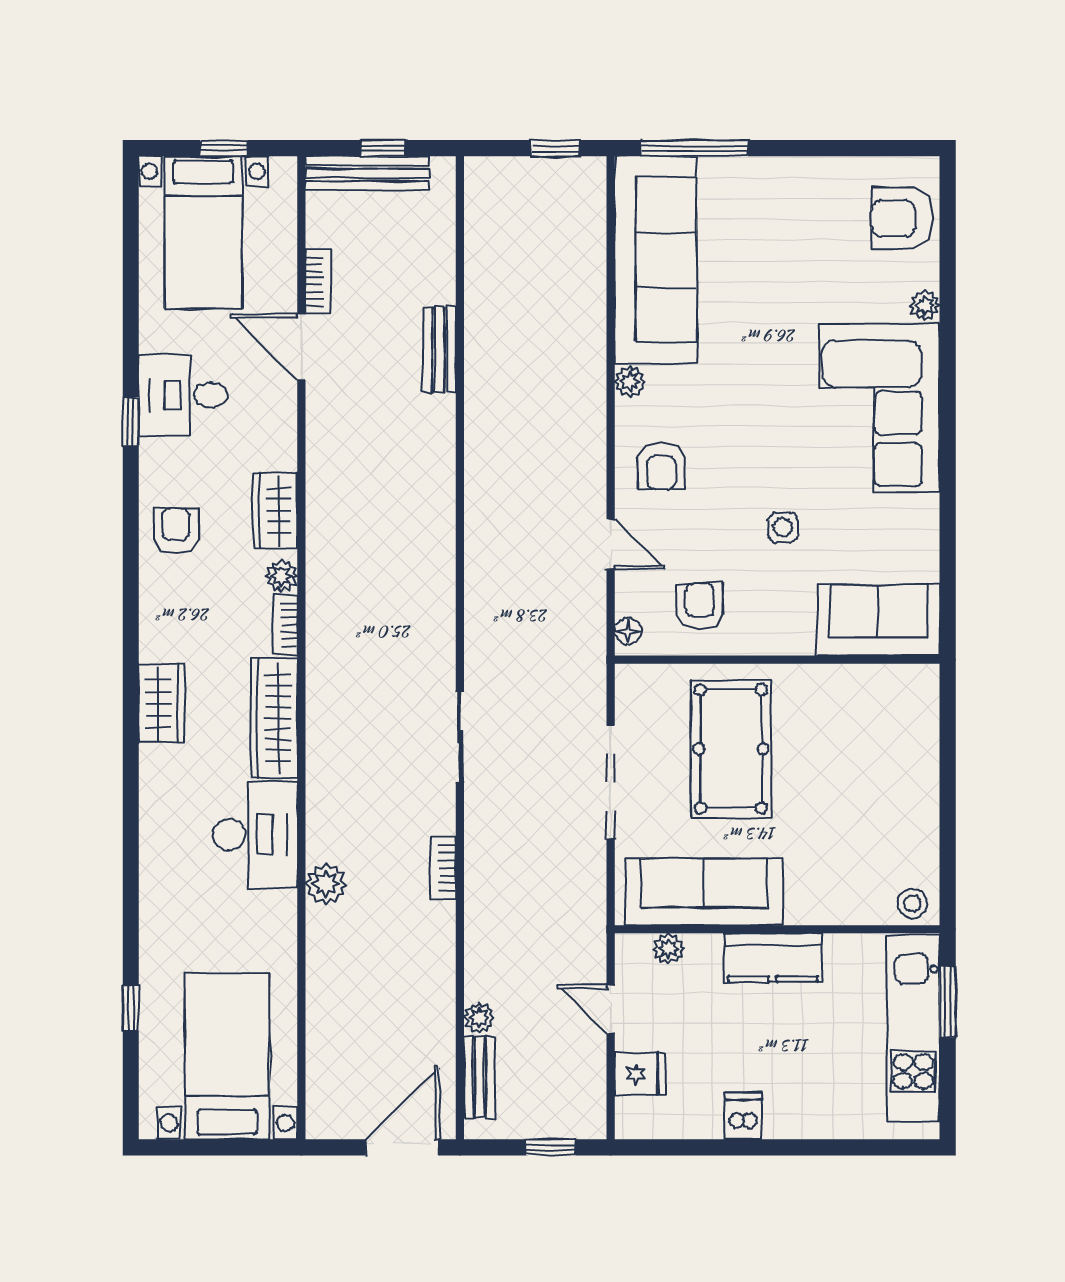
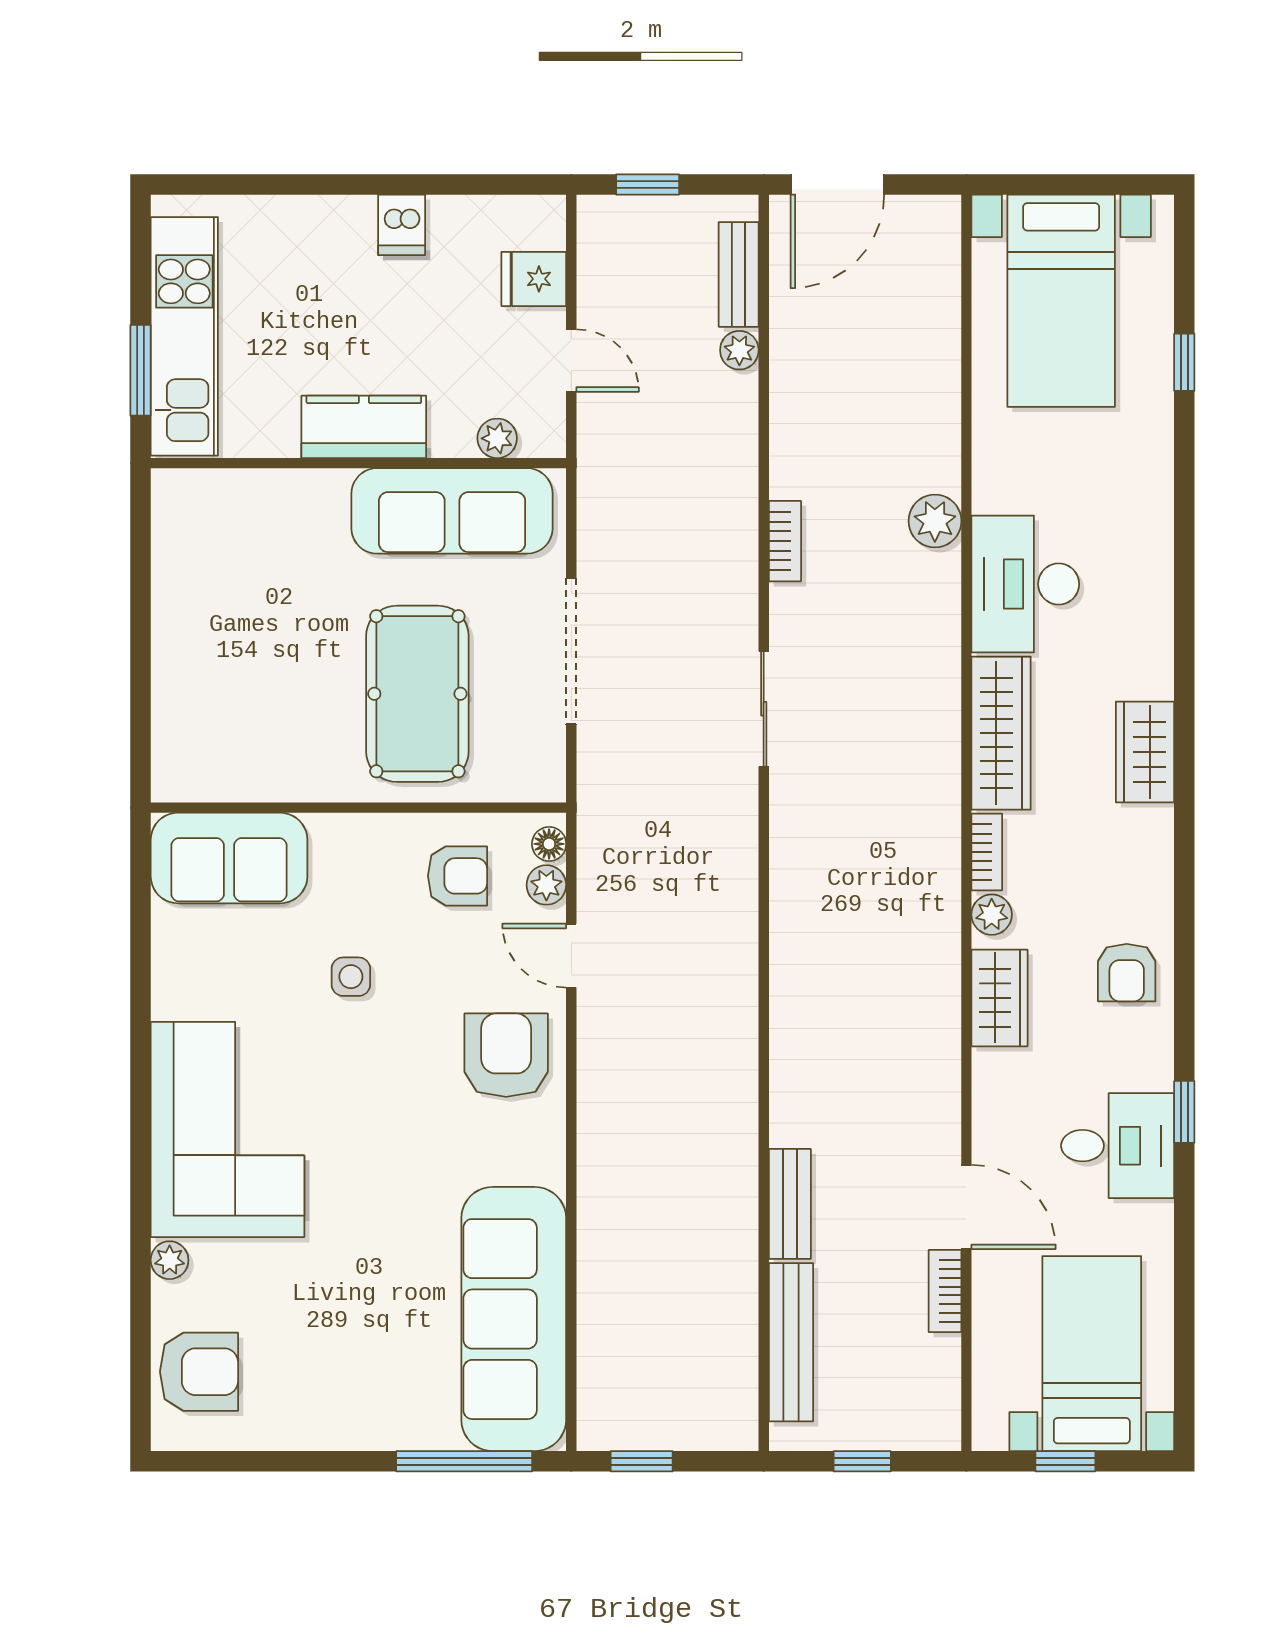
bench: (367, 173) -> (791, 1342), moved, turned 90
plant: (630, 381) -> (546, 885), moved
armchair: (662, 466) -> (506, 1055), width x1.38, depth x1.38
armchair: (700, 606) -> (457, 876), turned -90
stool: (912, 903) -> (186, 496), removed

